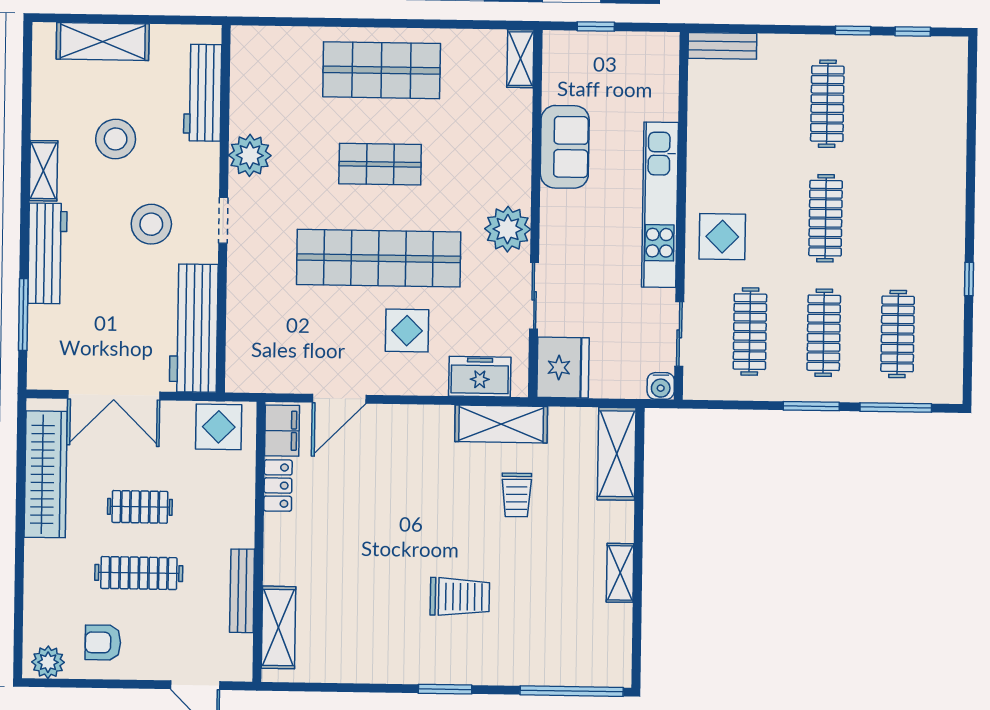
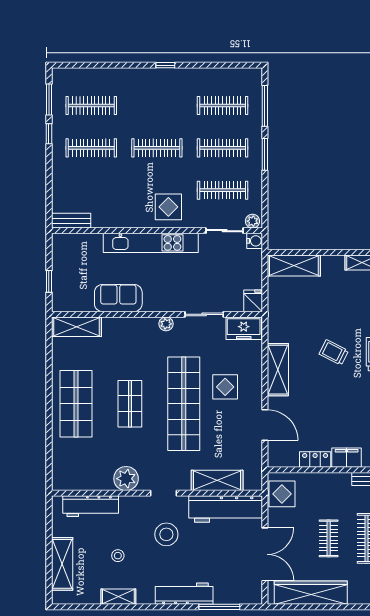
window: (913, 31) -> (49, 100), width x1.50
bench: (722, 46) -> (71, 221), moved, turned 90
shelving: (520, 59) -> (76, 327), width x1.50, depth x1.33
clothes rail: (901, 105) -> (91, 105), added
stool: (116, 139) -> (118, 556), width x0.53, depth x0.53
shelving: (44, 171) -> (118, 597), moved
plant: (508, 229) -> (166, 324), width x0.53, depth x0.53
window: (969, 279) -> (165, 65), moved
shelving: (244, 314) -> (217, 480), added
fridge: (563, 368) -> (253, 301), width x0.53, depth x0.75
freezer: (480, 377) -> (244, 328), moved, turned -90
plant: (695, 383) -> (252, 221), added
shelving: (501, 424) -> (278, 370), moved
filing cabinet: (282, 431) -> (347, 458), moved
trolley: (517, 495) -> (334, 352), moved, turned -153

